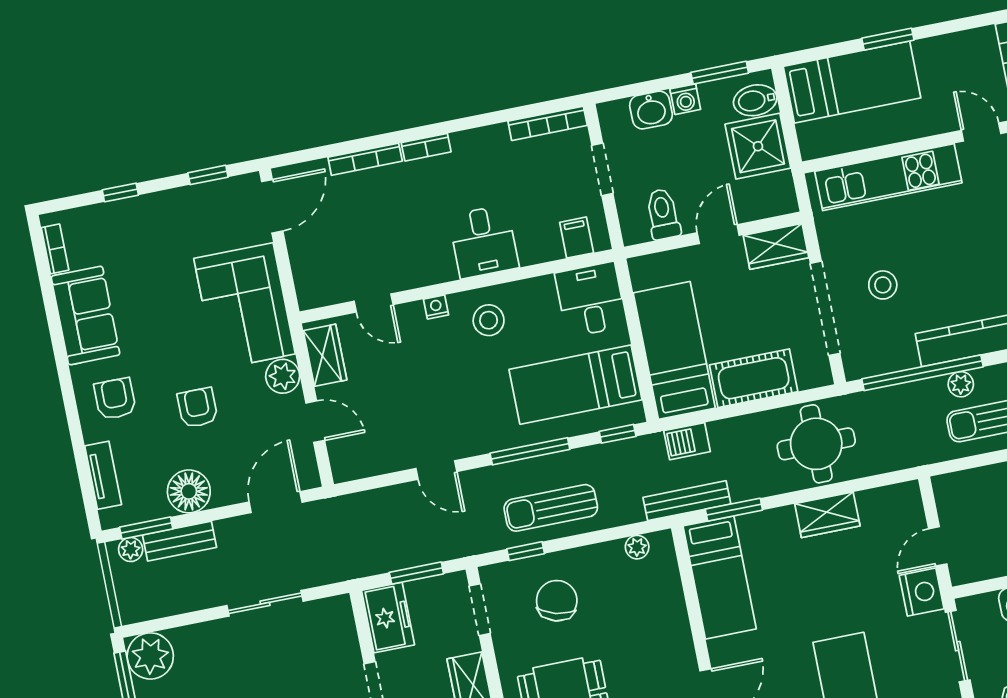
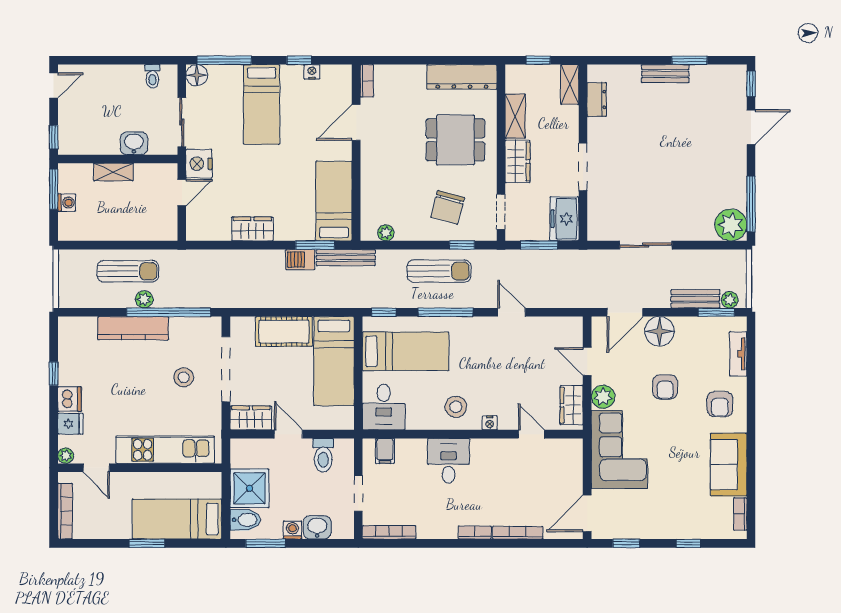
door: (718, 234) -> (288, 434), swing flipped
barbecue: (687, 441) -> (300, 260), moved, turned 180
round table: (816, 444) -> (250, 279), removed
floor lamp: (189, 491) -> (659, 331), moved

